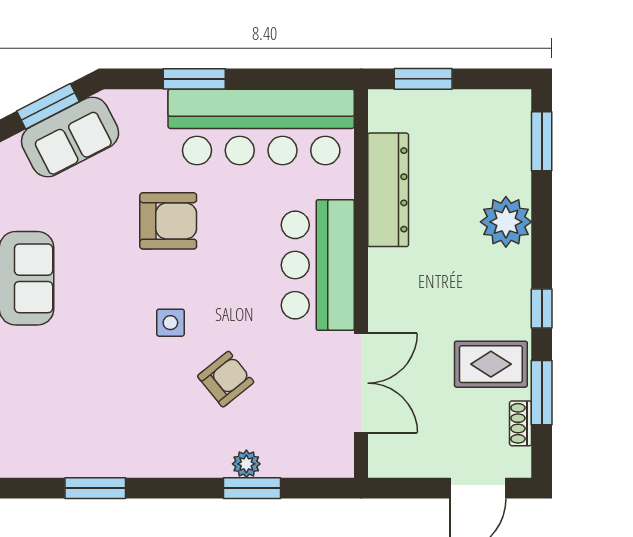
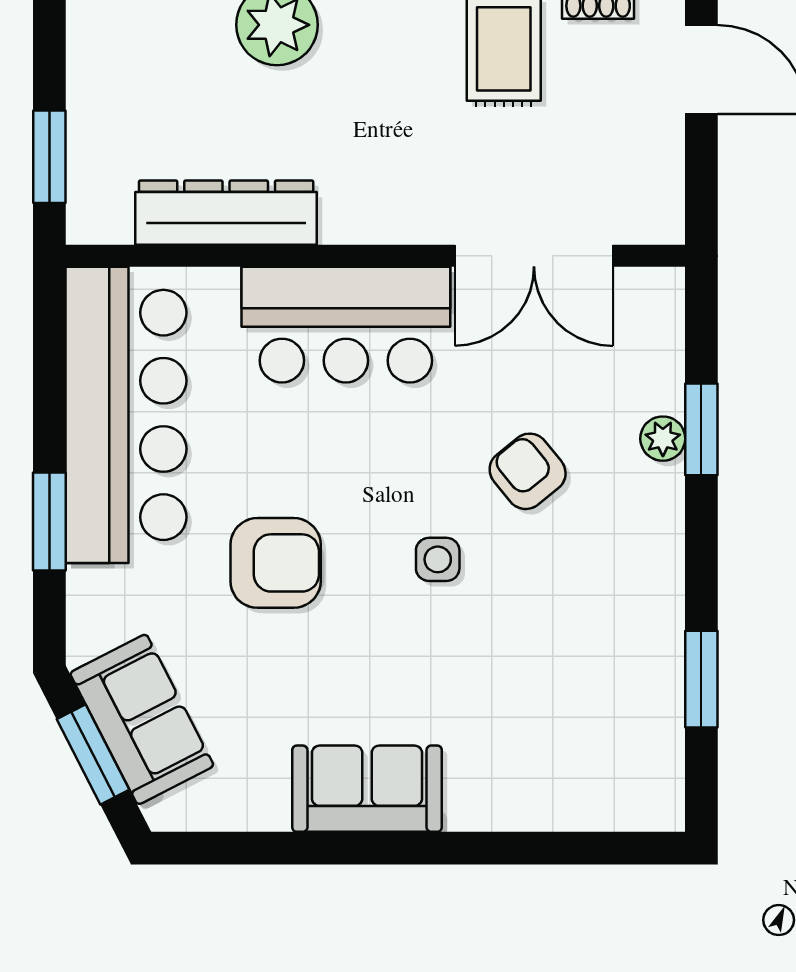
armchair: (168, 221) -> (276, 563), turned 90
double door: (361, 383) -> (534, 256), swing flipped

